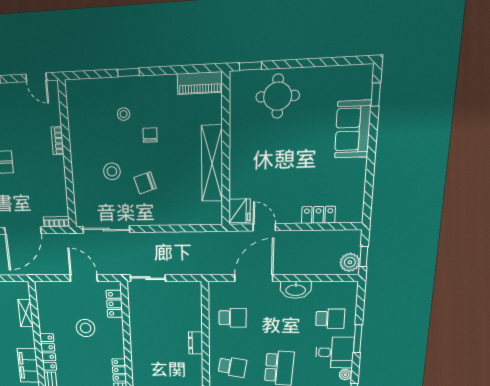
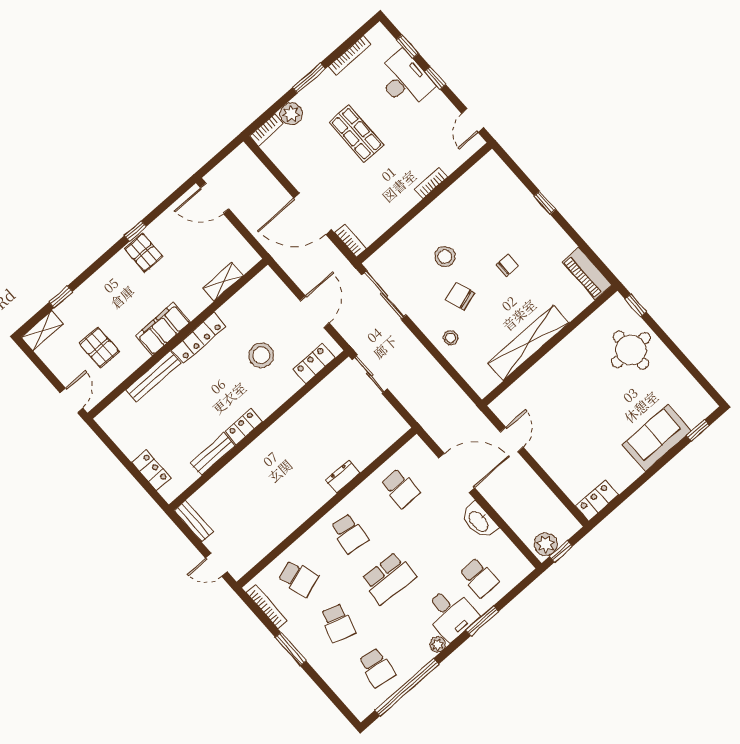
stool: (124, 114) -> (451, 338), moved
fridge: (239, 211) -> (508, 404), removed
locker: (318, 215) -> (597, 501), moved, turned -90

